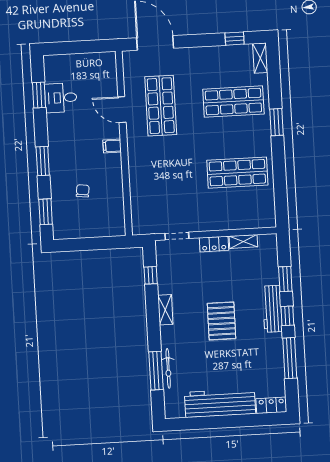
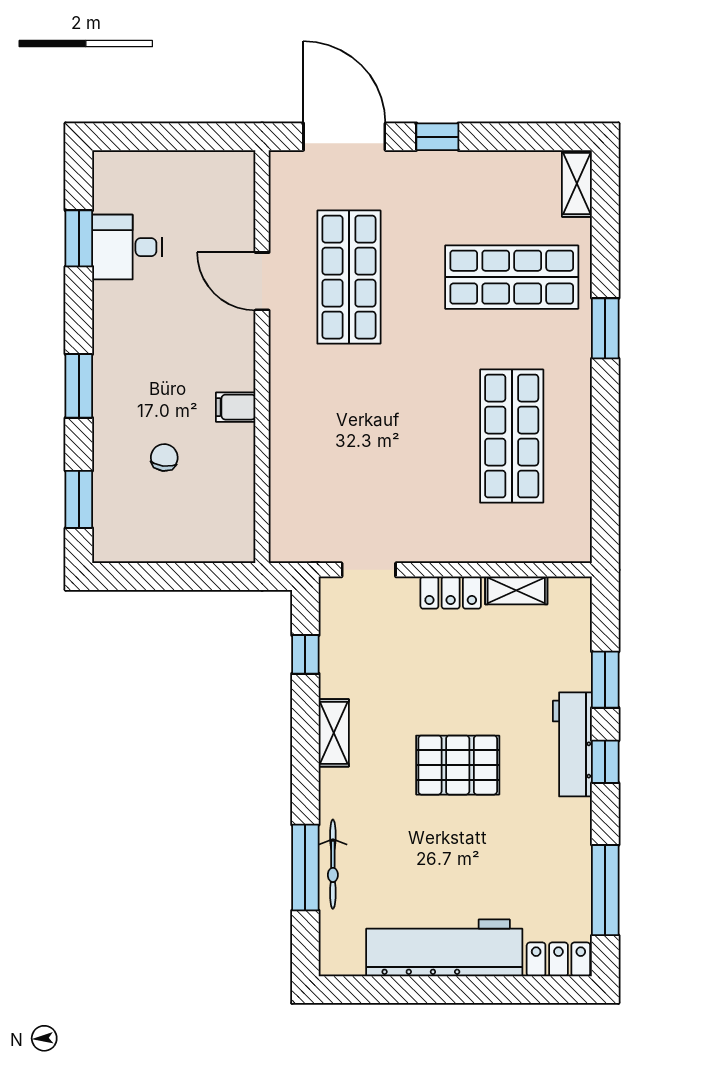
window: (235, 39) -> (437, 137), moved
filing cabinet: (112, 146) -> (236, 407), moved
shop shelf: (237, 173) -> (512, 436), turned 90
pallet: (221, 321) -> (458, 765), turned 90
window: (290, 358) -> (605, 890), moved

